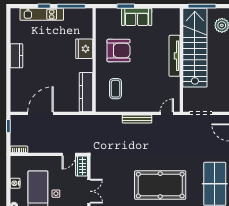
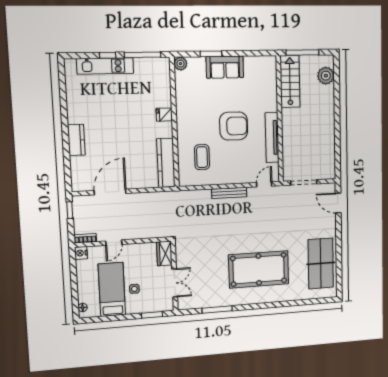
plant: (101, 13) -> (181, 64), added
stairs: (195, 48) -> (290, 81), width x0.54, depth x0.66
fridge: (84, 49) -> (164, 115), width x0.53, depth x0.75
armchair: (119, 51) -> (234, 126), moved
kitchen counter: (17, 56) -> (76, 140), moved
tv unit: (174, 56) -> (272, 138), moved
door: (69, 154) -> (114, 243), moved
nightstand: (15, 183) -> (81, 253), moved

